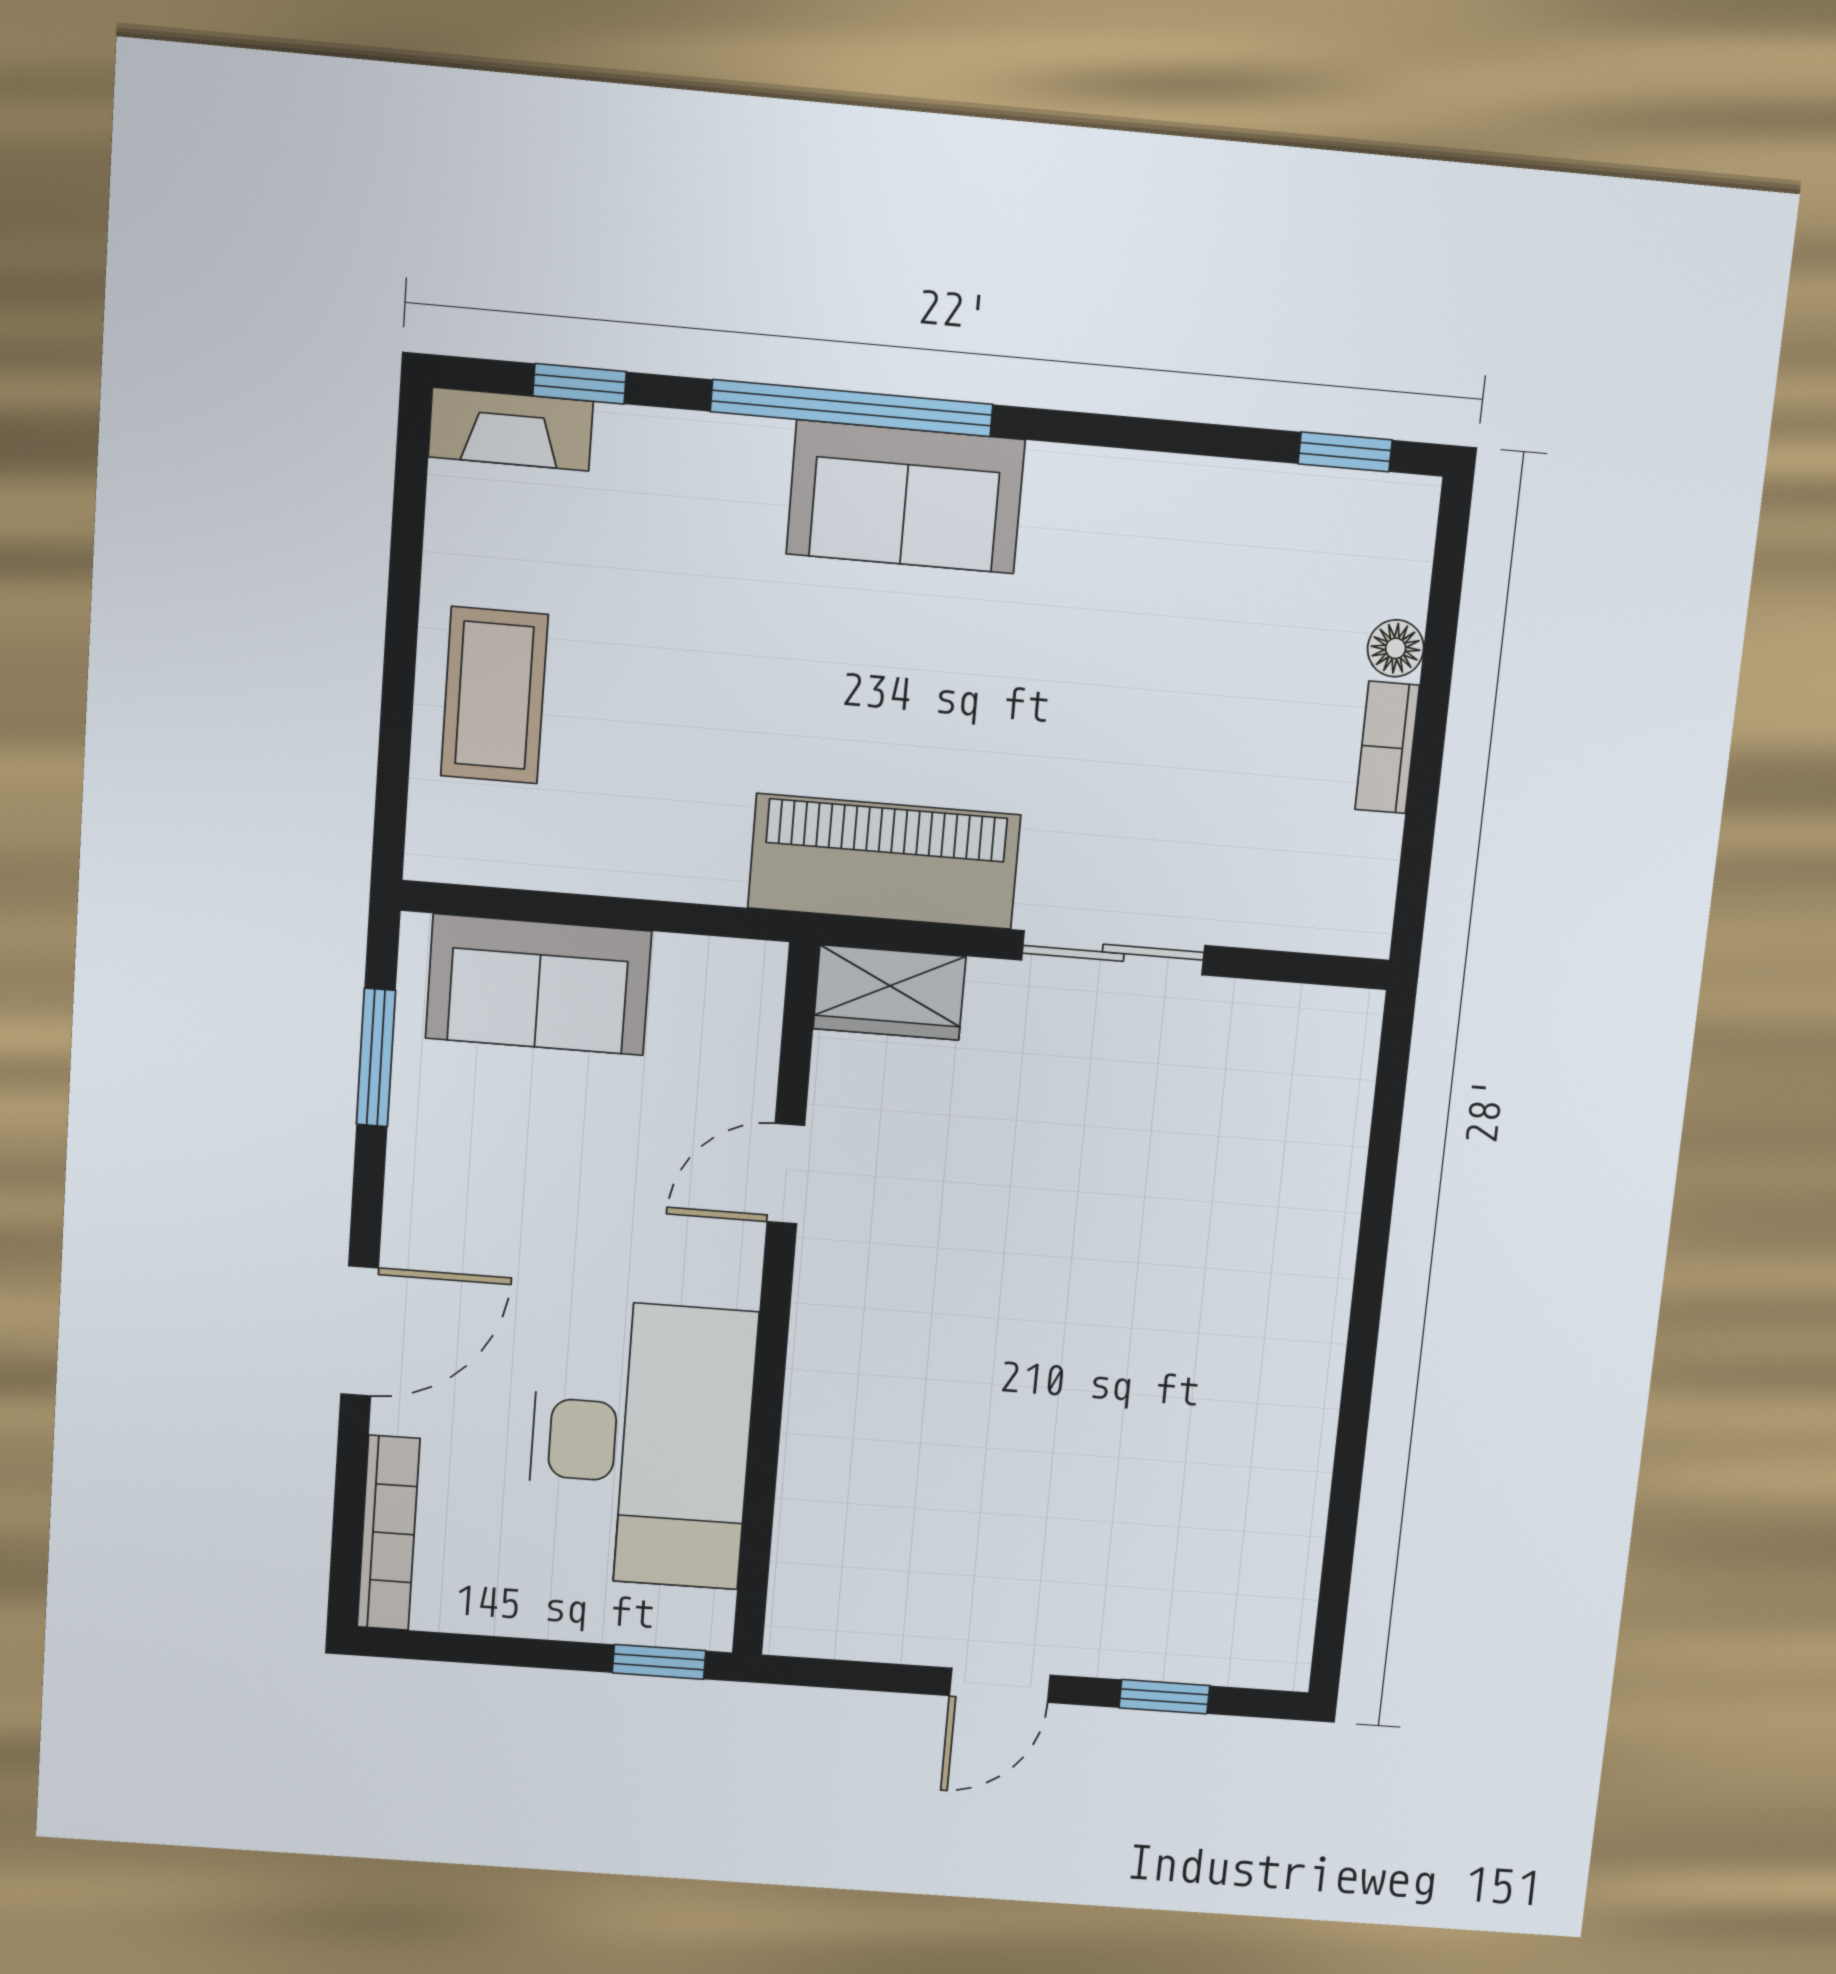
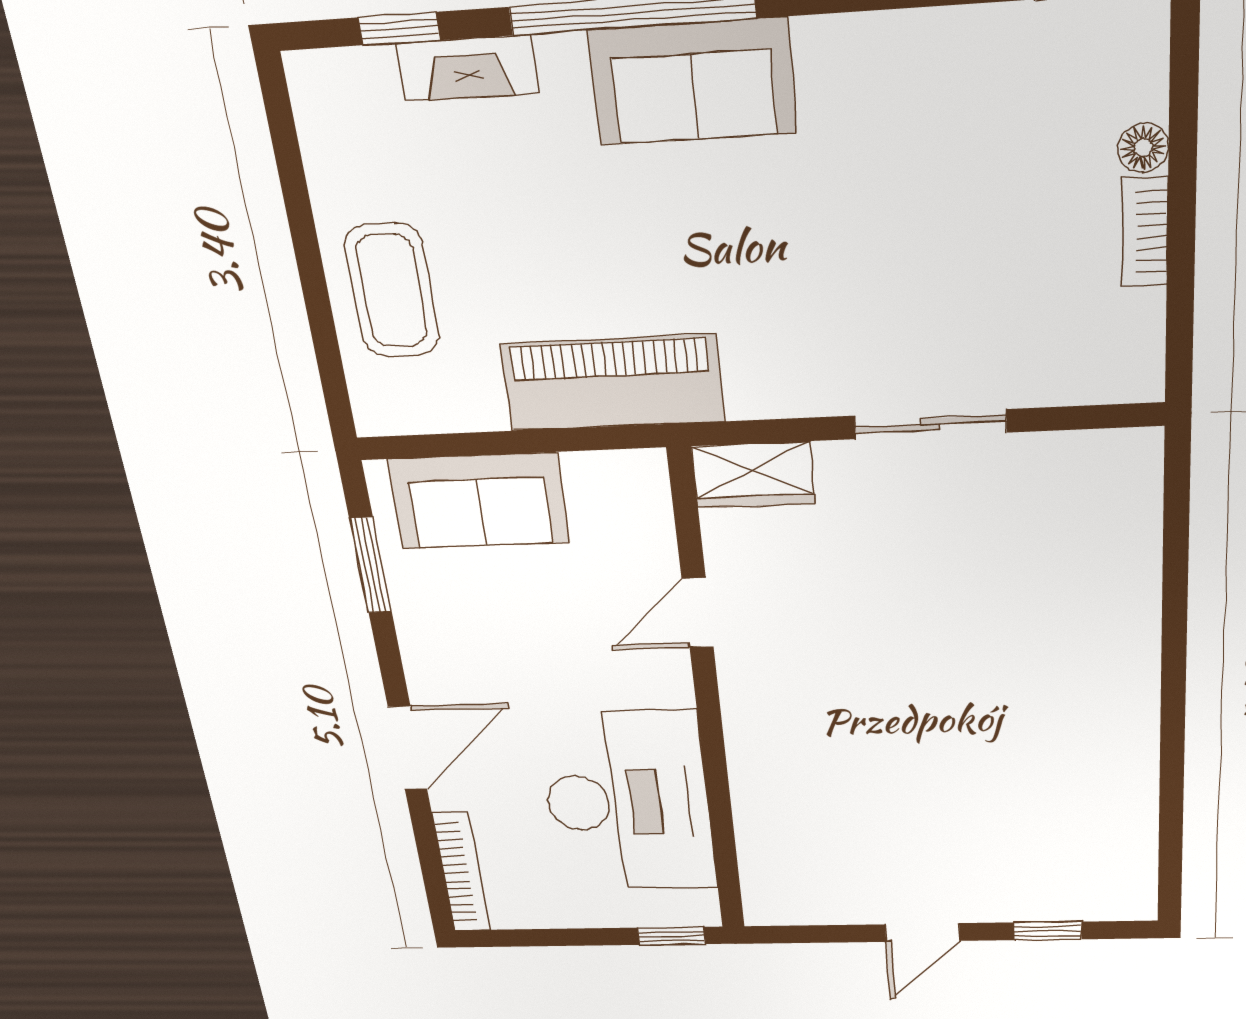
fireplace: (511, 429) -> (467, 68), moved
piano: (884, 861) -> (612, 383), moved

